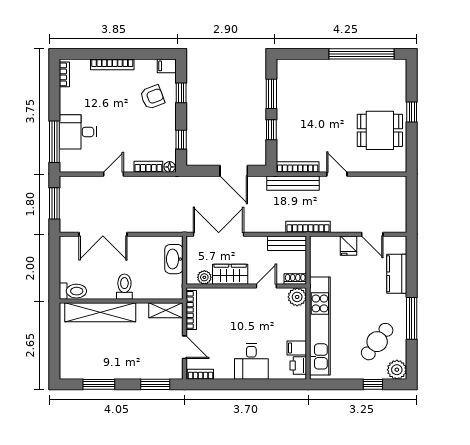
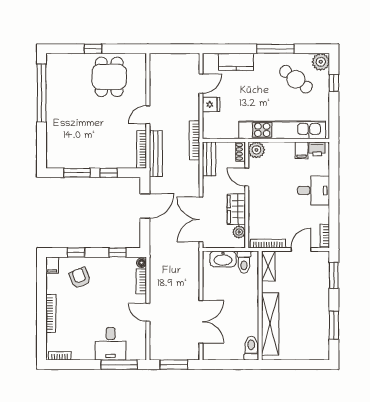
toilet: (124, 287) -> (244, 262), moved, turned -90

